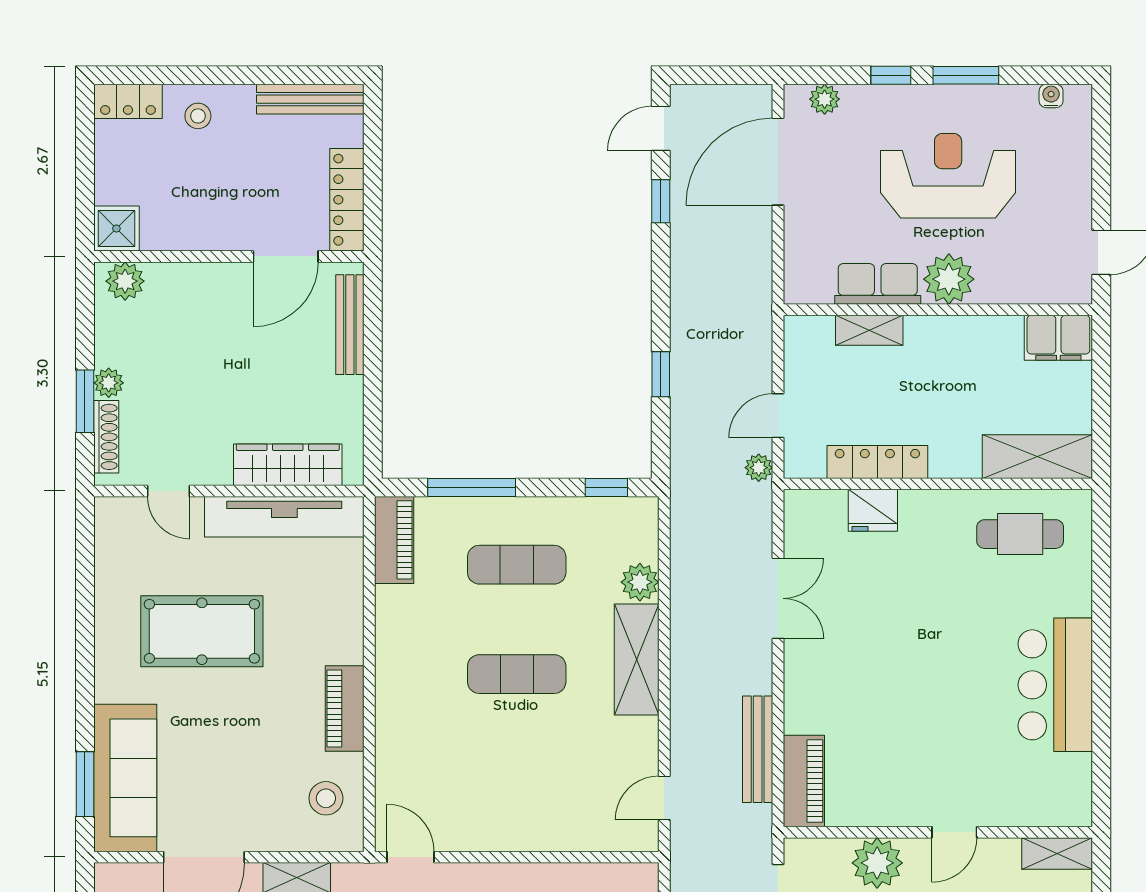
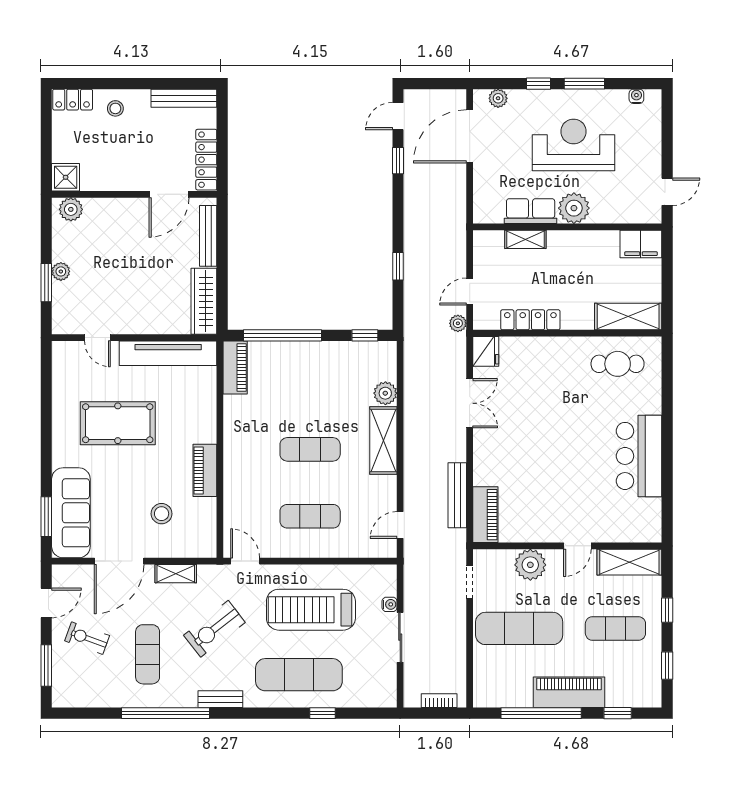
shoe rack: (106, 437) -> (59, 304), removed
wardrobe: (288, 465) -> (204, 301), moved, turned -90
window: (472, 487) -> (283, 335), width x1.46
fridge: (873, 510) -> (486, 351), moved, turned -90
exercise mat: (517, 565) -> (310, 516), moved
stool: (326, 798) -> (162, 514), moved
shelving: (1057, 853) -> (629, 562), width x1.50, depth x1.33

